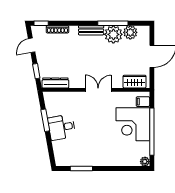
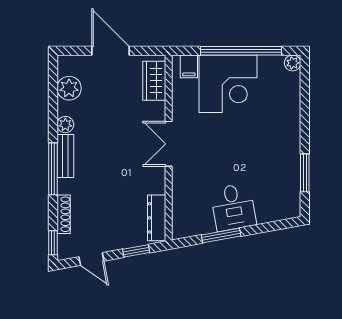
window: (113, 23) -> (53, 169), moved
plant: (113, 34) -> (65, 125), width x0.53, depth x0.53

